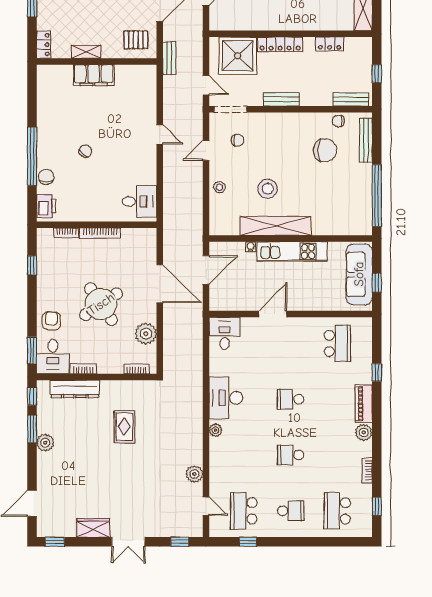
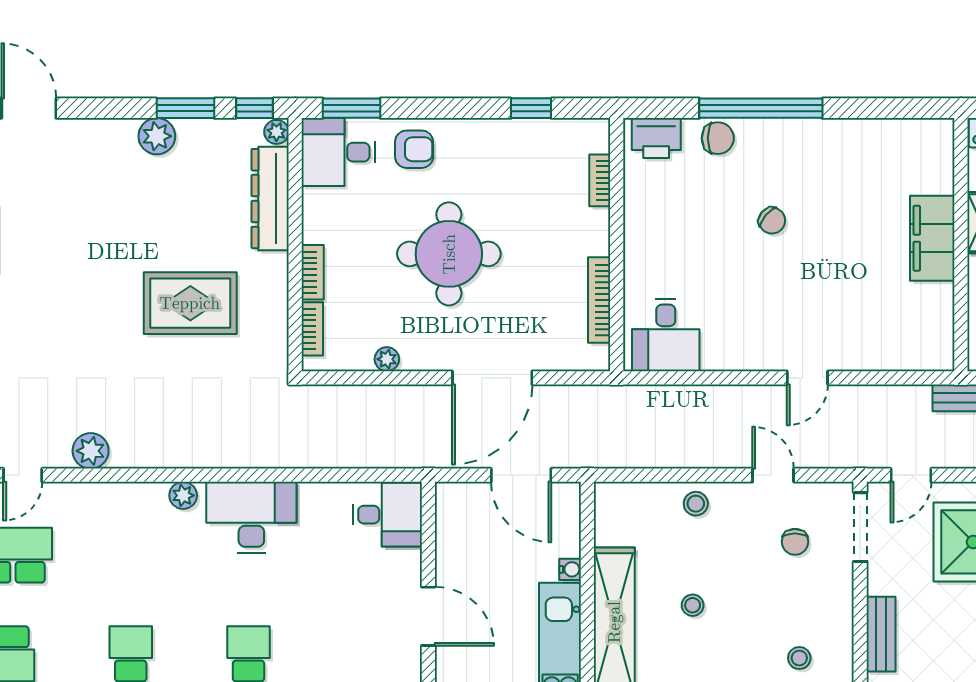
stool: (293, 138) -> (799, 658), added
stool: (268, 189) -> (693, 605), width x0.53, depth x0.53
bookcase: (100, 233) -> (599, 300), moved
round table: (101, 304) -> (449, 254), turned 34
plant: (146, 334) -> (387, 359), width x0.53, depth x0.53
bookcase: (83, 369) -> (313, 272), moved
plant: (43, 386) -> (276, 132), added
rug: (124, 427) -> (190, 303), width x1.36, depth x1.43

